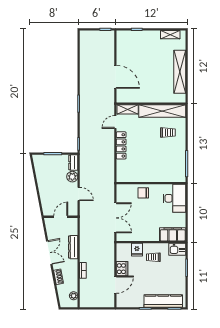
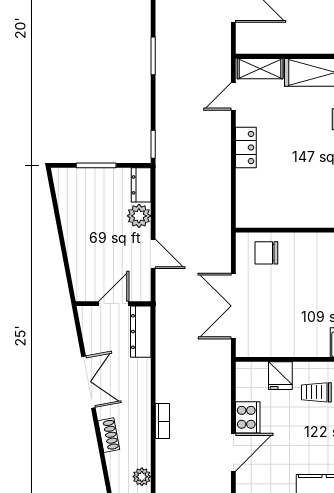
locker: (121, 145) -> (246, 148), width x0.66
chair: (143, 193) -> (266, 253), moved
double door: (115, 218) -> (233, 306), swing flipped
dresser: (73, 247) -> (141, 332), moved

